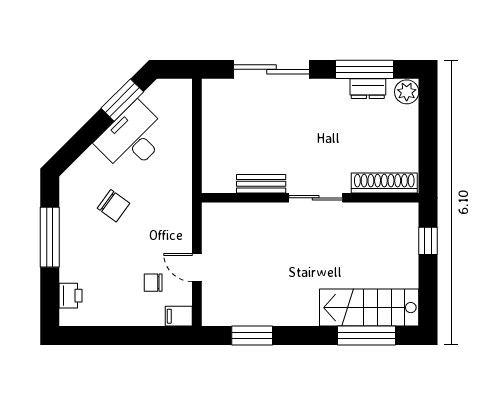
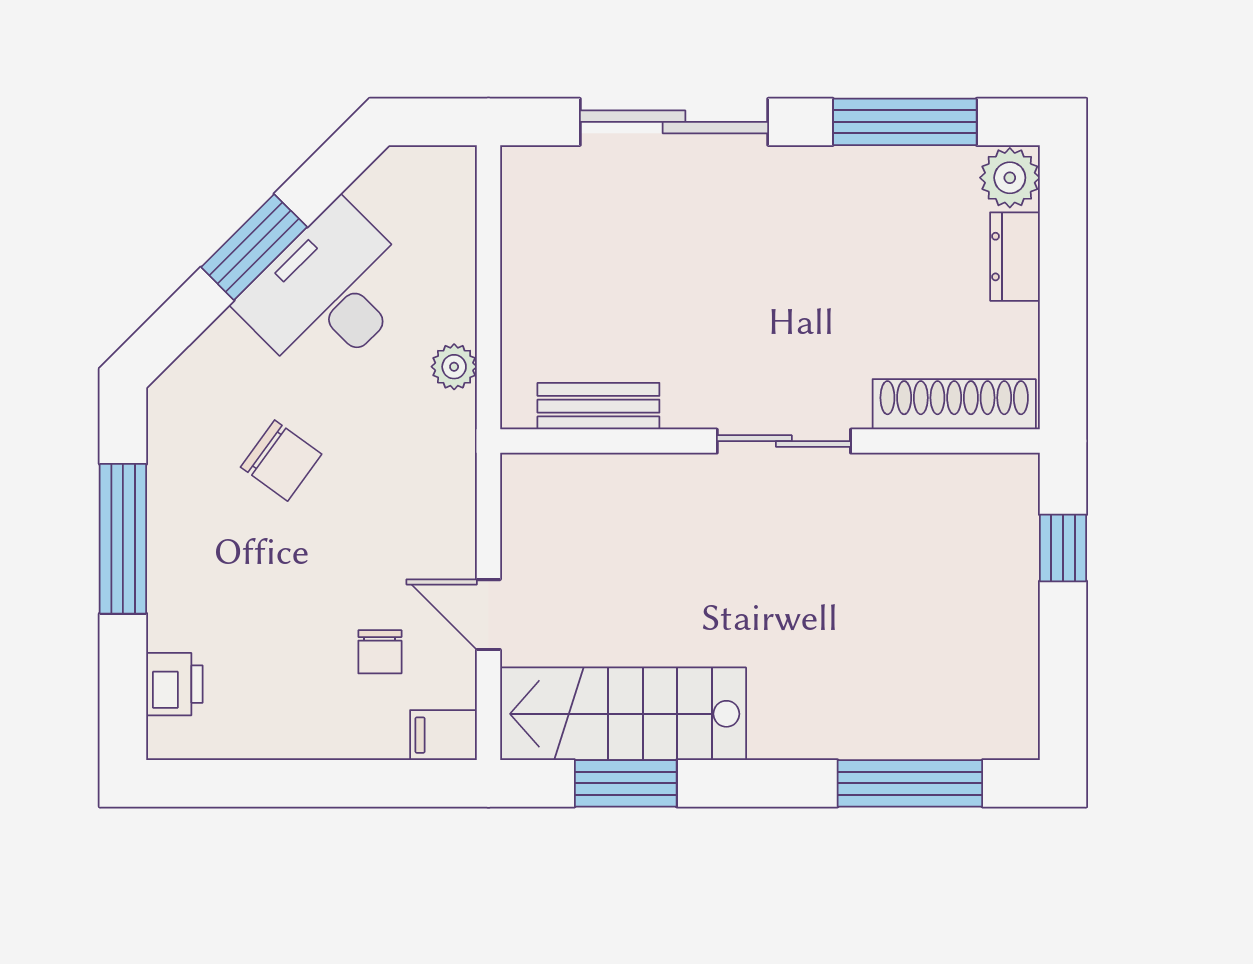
dresser: (368, 89) -> (1015, 257), moved, turned 90
window: (122, 100) -> (254, 247), moved
plant: (183, 168) -> (454, 367), added
bench: (261, 184) -> (598, 406), moved
chair: (153, 283) -> (380, 652), turned -90
stairs: (369, 308) -> (623, 714), moved

